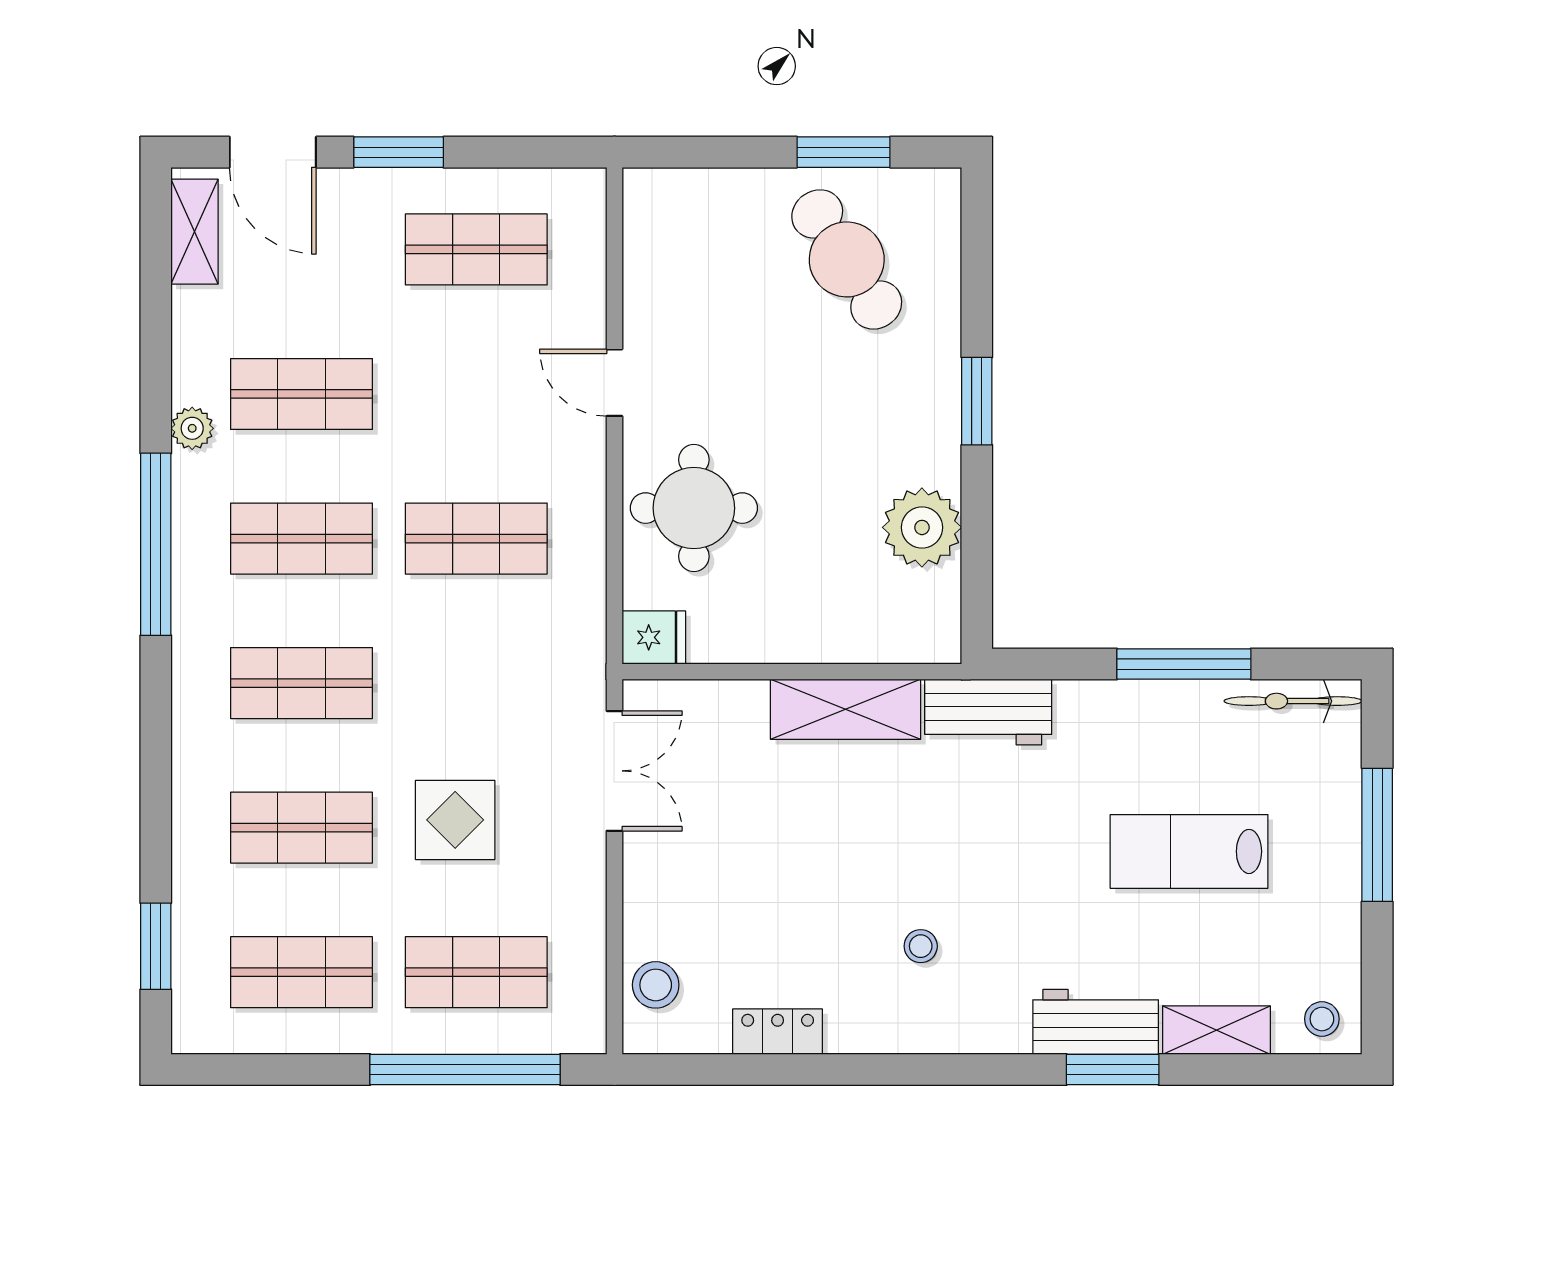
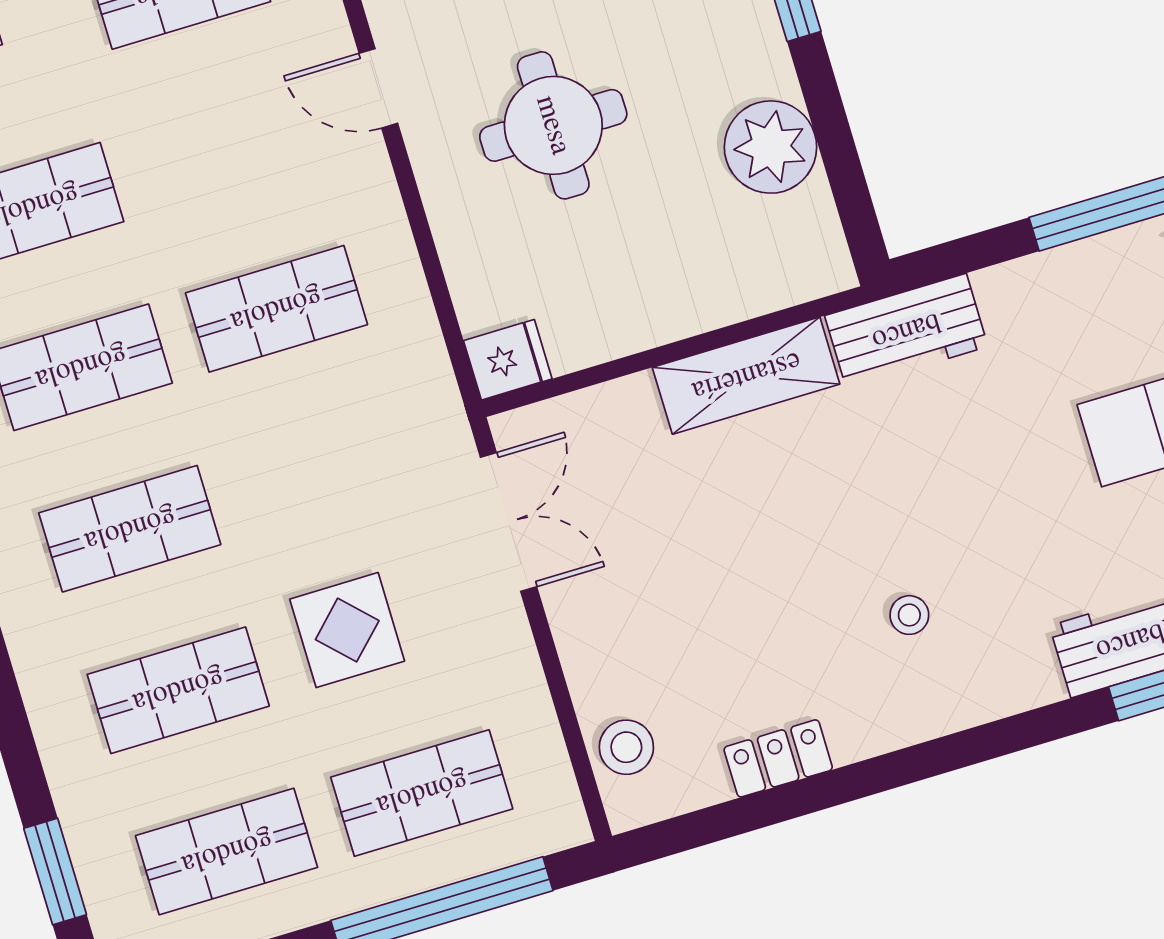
round table: (694, 508) -> (553, 125), moved

